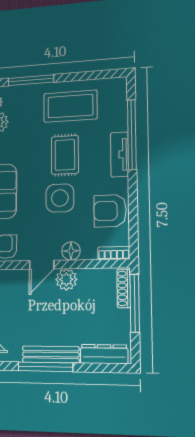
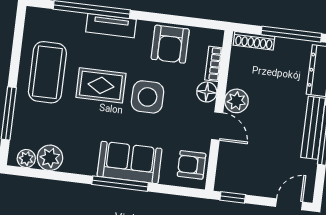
bookcase: (114, 253) -> (213, 64), moved
window: (135, 303) -> (291, 34), moved

